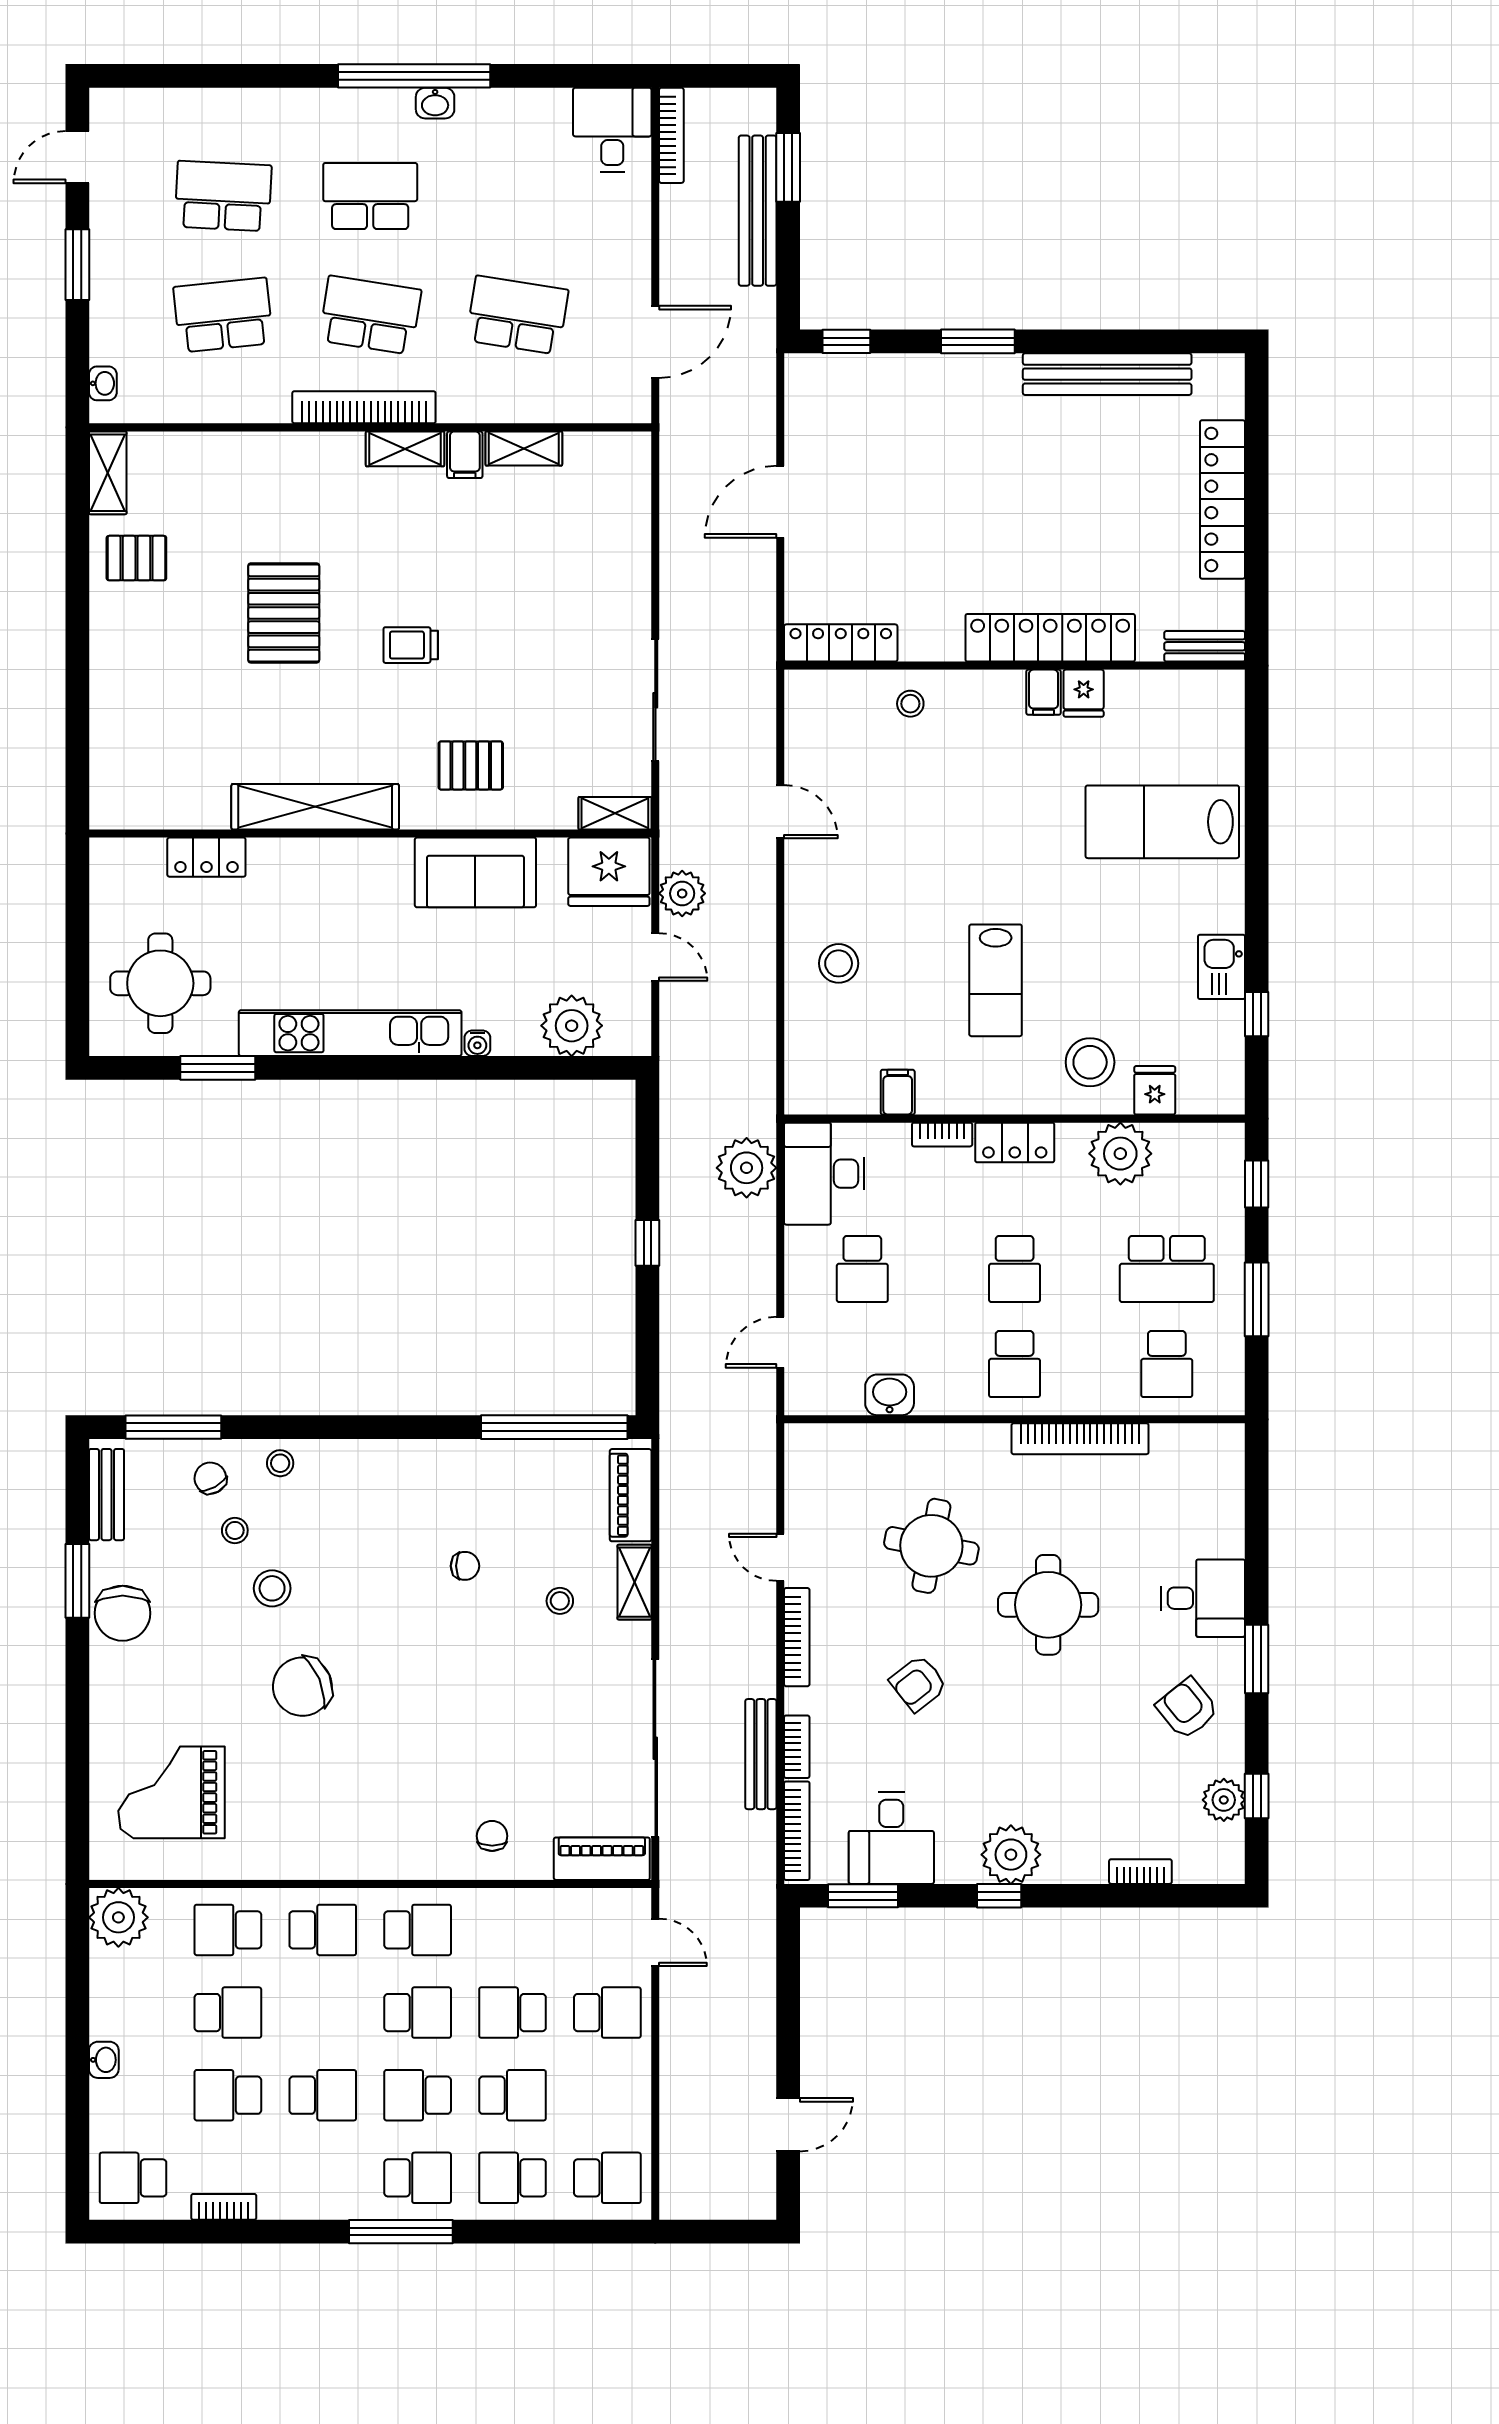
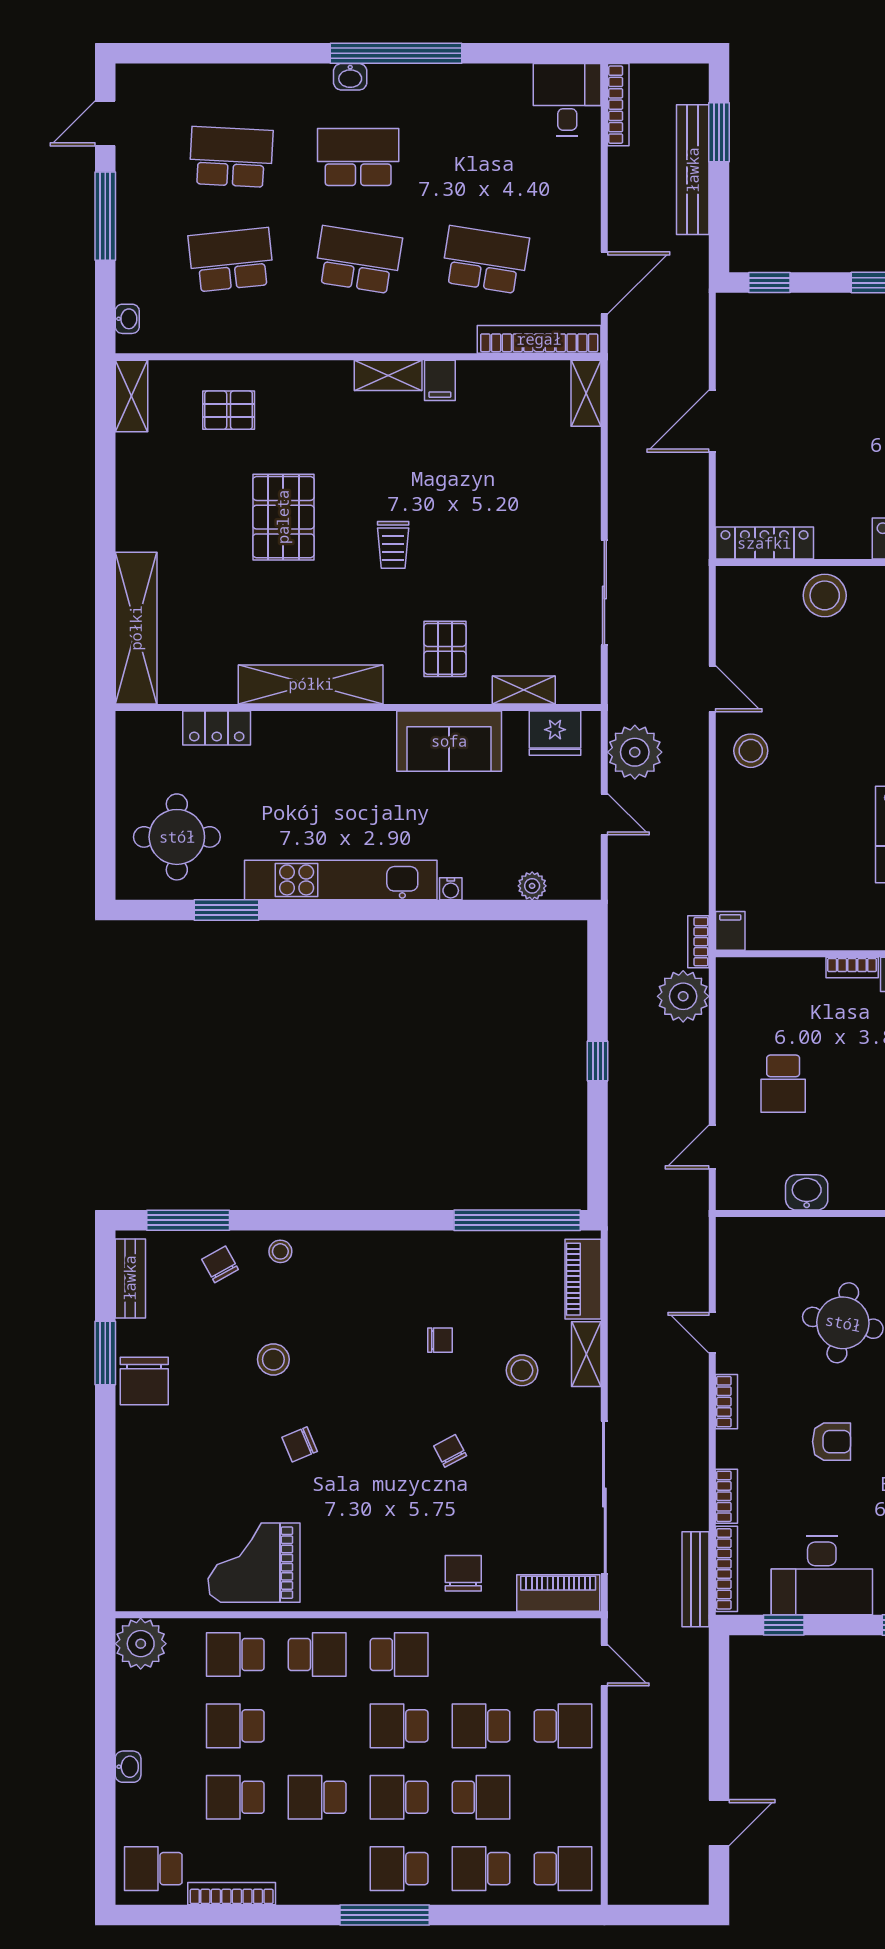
washbasin: (435, 103) -> (350, 77), moved
window: (77, 265) -> (105, 216), width x1.44
bookcase: (364, 407) -> (539, 339), moved
shelving: (524, 448) -> (586, 393), moved, turned 90
pallet: (136, 558) -> (229, 410), moved
trolley: (411, 645) -> (393, 545), turned -90
stool: (910, 704) -> (825, 595), width x1.89, depth x1.89
shelving: (113, 741) -> (136, 628), added
pallet: (471, 765) -> (445, 649), turned 90
shelving: (615, 813) -> (524, 690), moved
fridge: (609, 872) -> (555, 733), width x0.73, depth x0.75
plant: (682, 893) -> (635, 752), width x1.36, depth x1.36
stool: (839, 963) -> (751, 751), moved
plant: (572, 1026) -> (532, 886), width x0.53, depth x0.53
filing cabinet: (898, 1092) -> (730, 931), moved
bookcase: (764, 1105) -> (698, 942), added
desk: (824, 1174) -> (750, 1001), removed
stool: (235, 1530) -> (241, 1310), removed
stool: (560, 1601) -> (522, 1370), width x1.37, depth x1.37
bookcase: (797, 1637) -> (727, 1402), width x0.64
armchair: (918, 1683) -> (832, 1442), turned -142
chair: (302, 1687) -> (300, 1444), width x0.54, depth x0.54
chair: (477, 1694) -> (450, 1451), added
bench: (761, 1754) -> (696, 1579), moved
grand piano: (172, 1792) -> (254, 1563), moved
chair: (492, 1836) -> (463, 1573), width x1.37, depth x1.37
desk: (891, 1838) -> (822, 1575), width x1.37
window: (863, 1896) -> (784, 1625), width x0.67
school desk: (228, 2013) -> (235, 1726), turned 180
school desk: (418, 2013) -> (399, 1726), turned 180
school desk: (323, 2095) -> (317, 1797), turned 180
school desk: (418, 2178) -> (399, 1869), turned 180
bookcase: (224, 2207) -> (232, 1894), width x1.56

